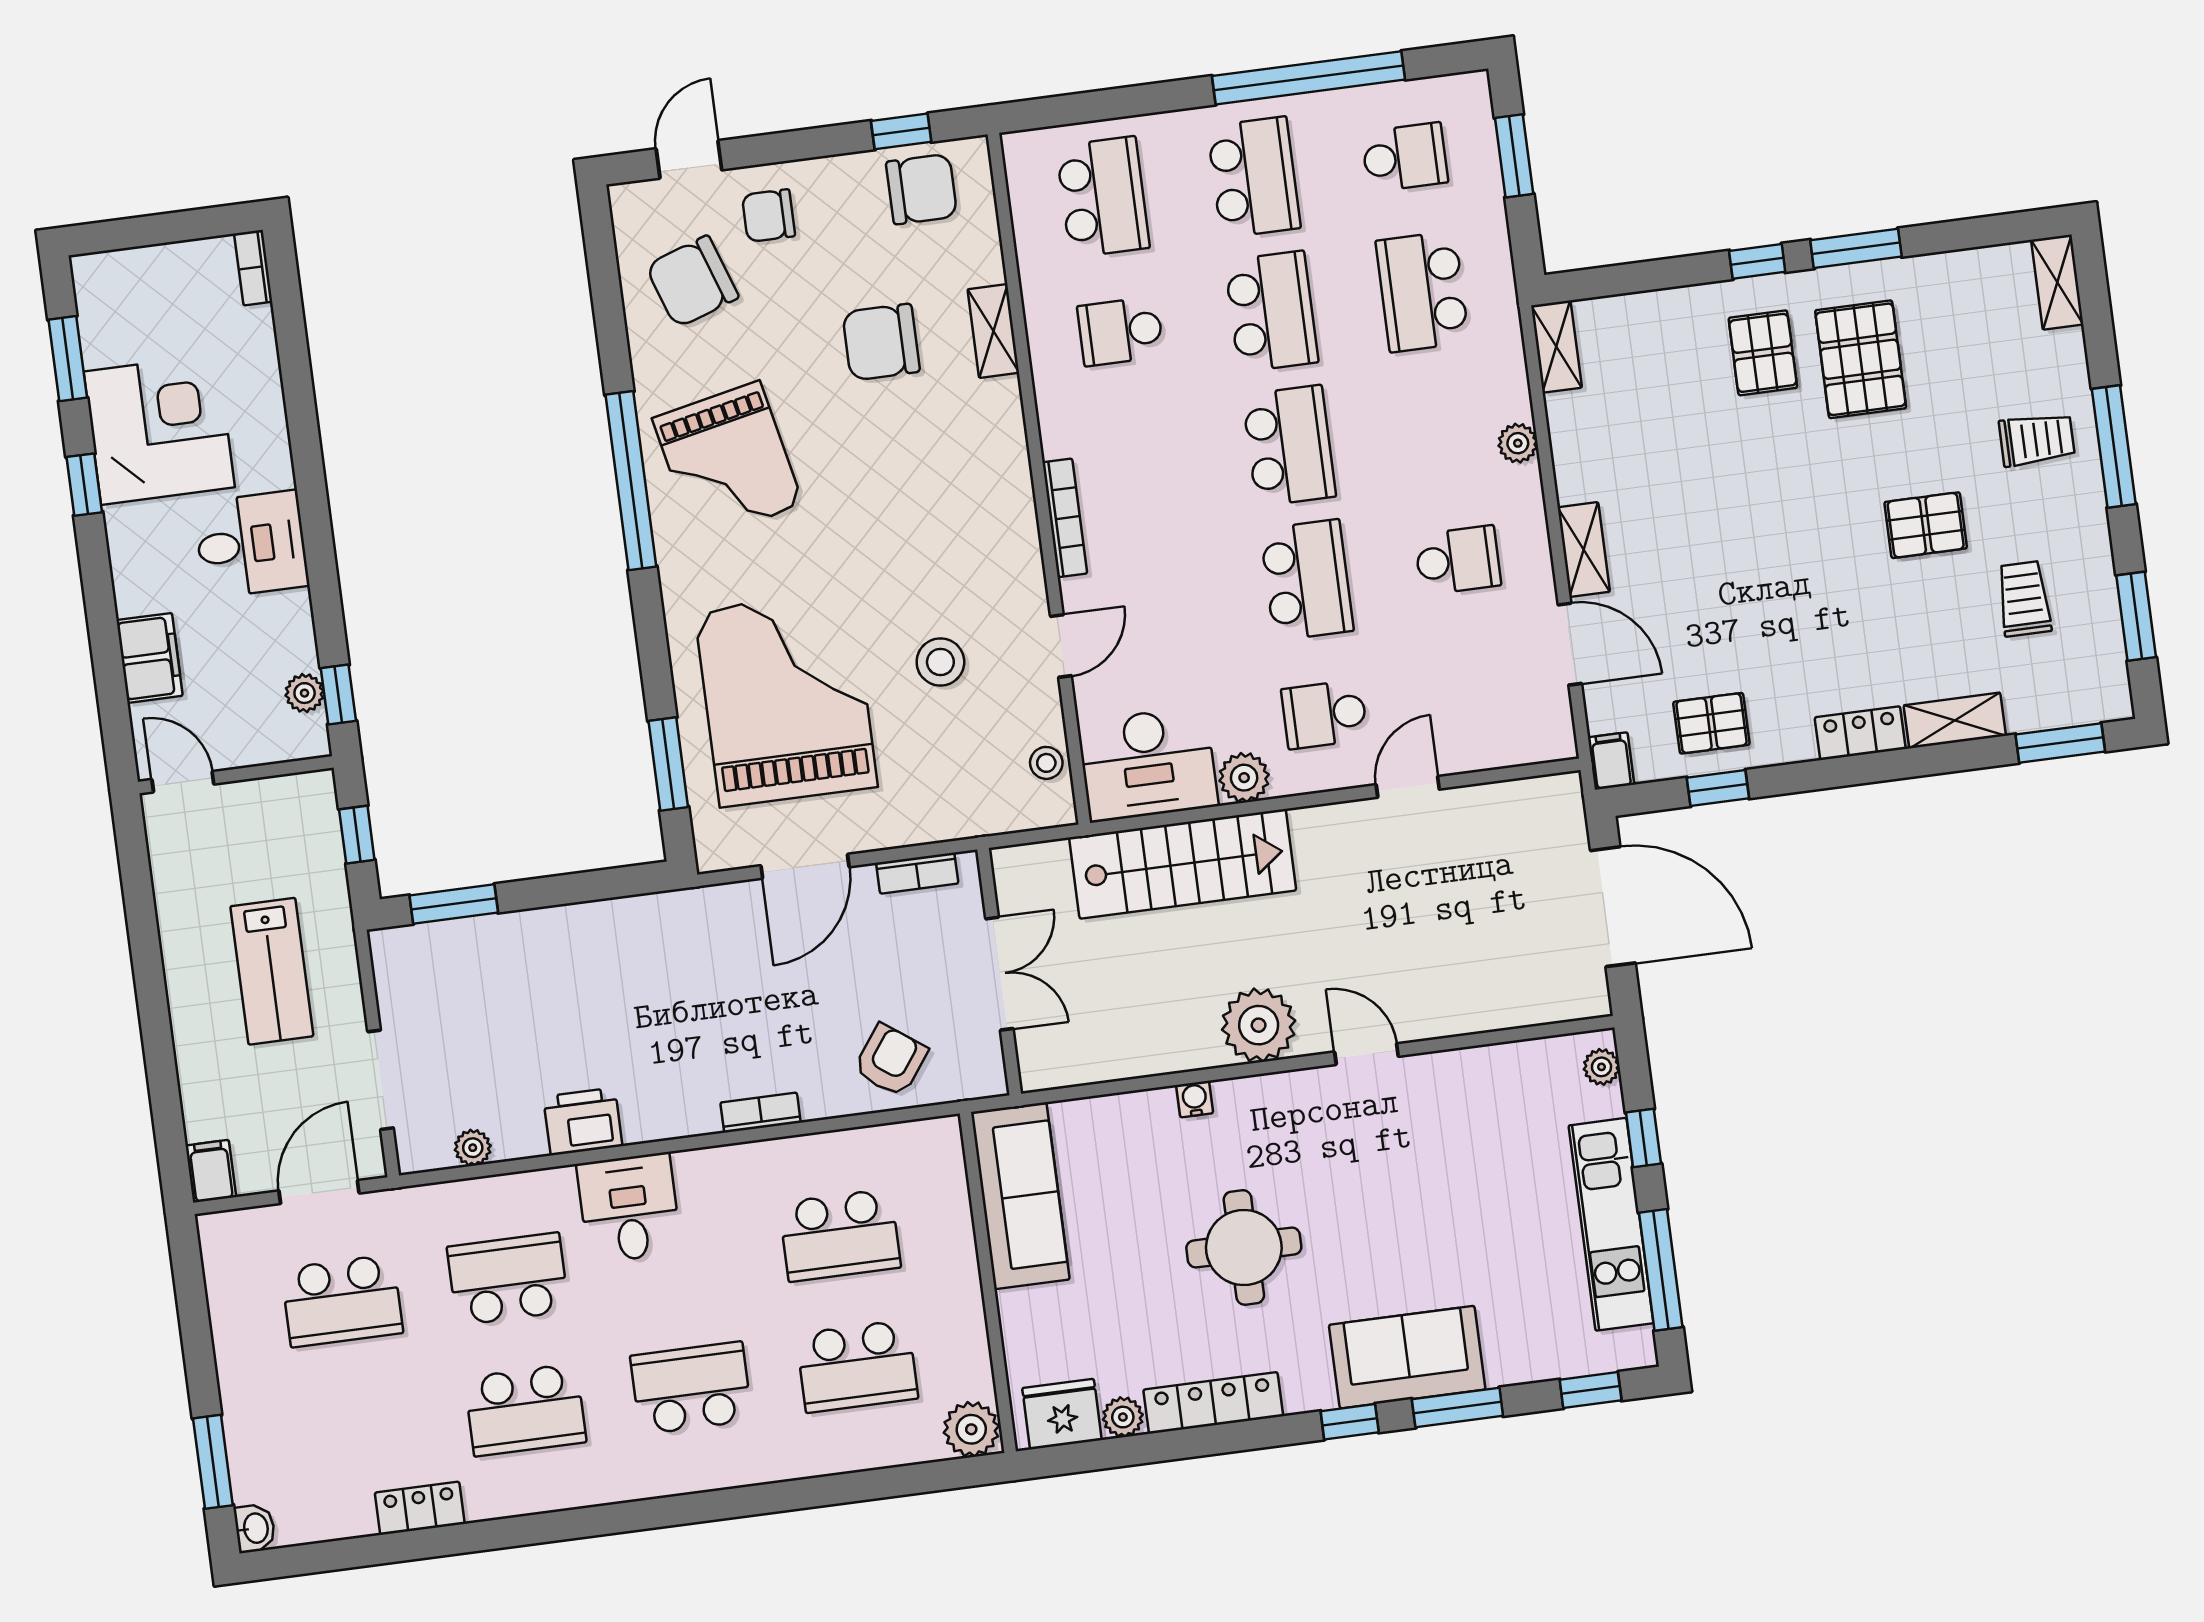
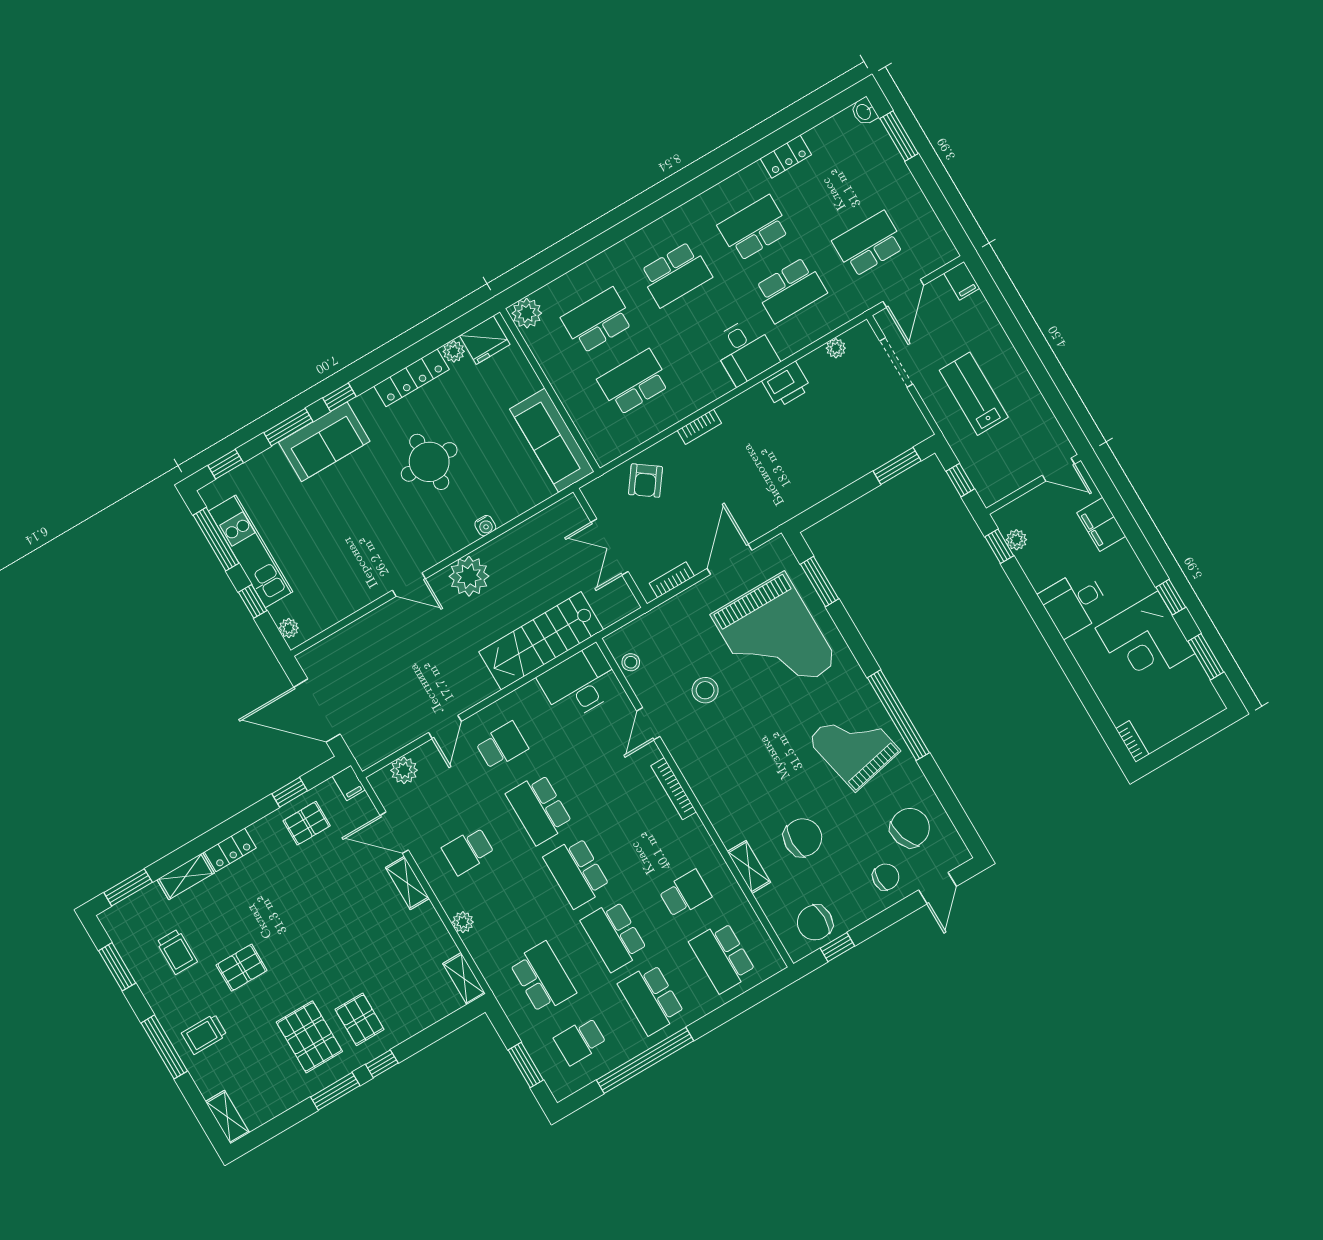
plant: (1244, 778) -> (404, 770), moved

